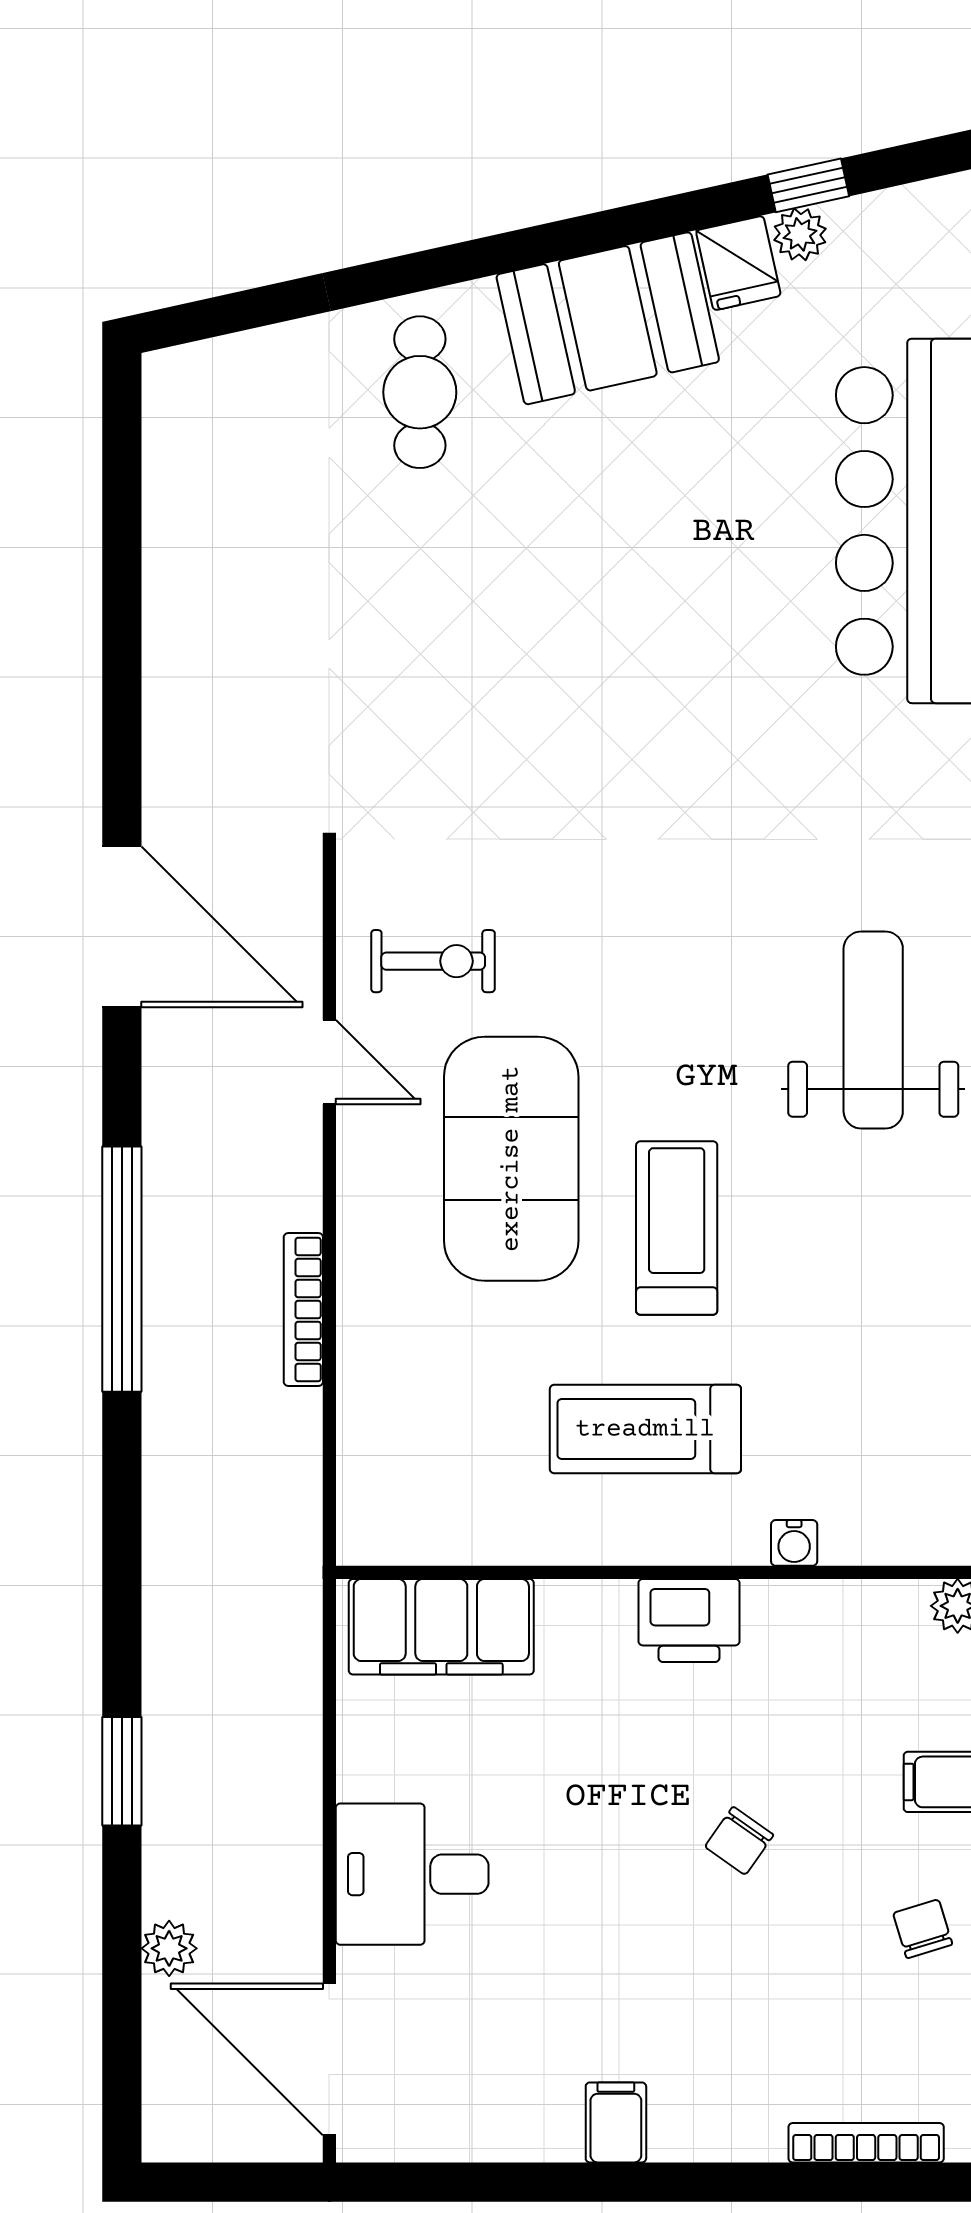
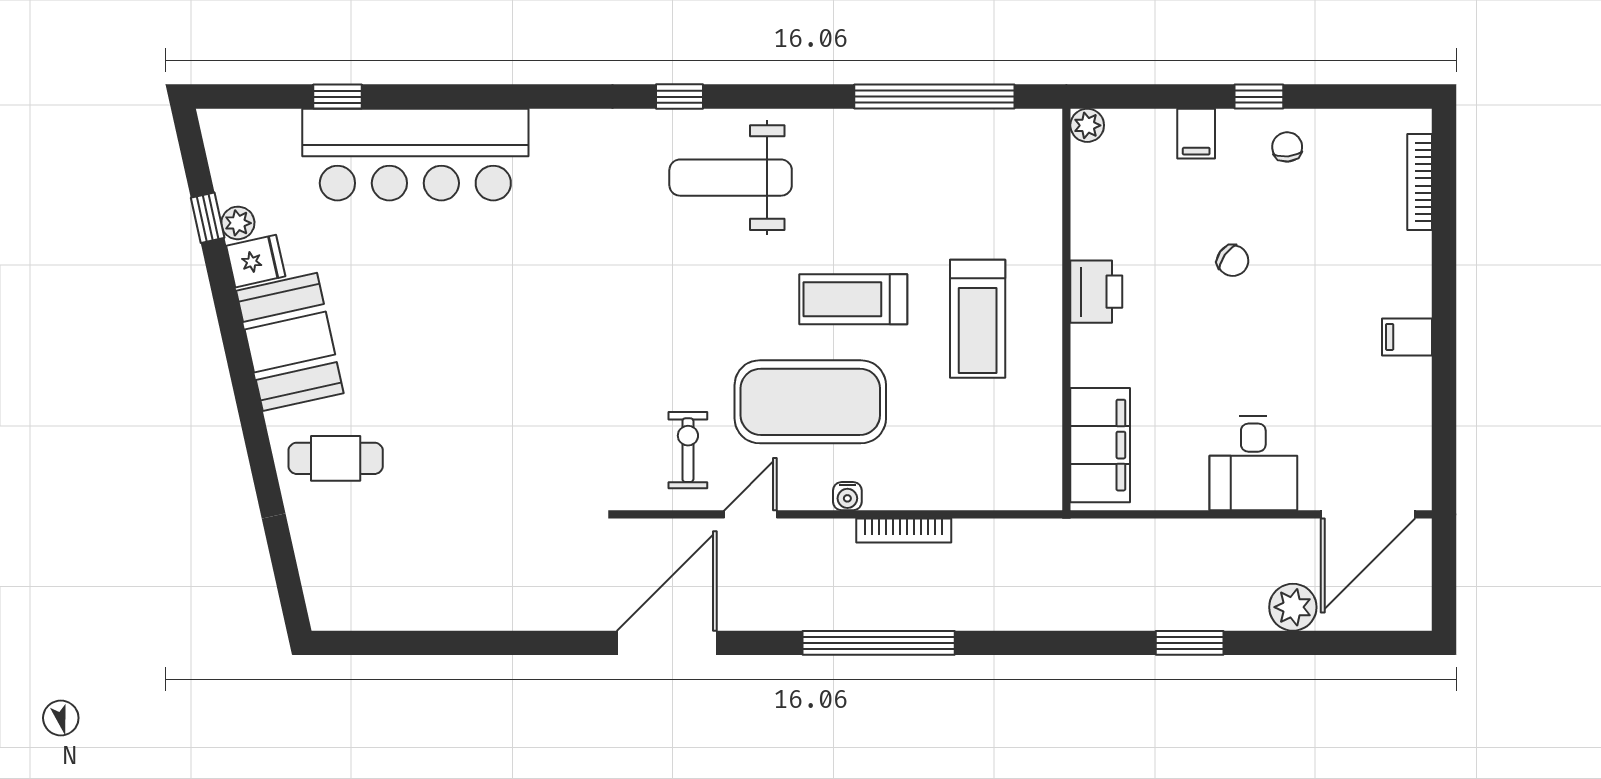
water cooler: (794, 1543) -> (847, 496), moved, turned 90
chair: (923, 1929) -> (1287, 147), turned 102
plant: (169, 1948) -> (1293, 607), width x1.38, depth x1.38

